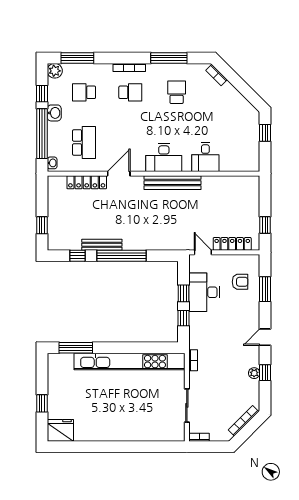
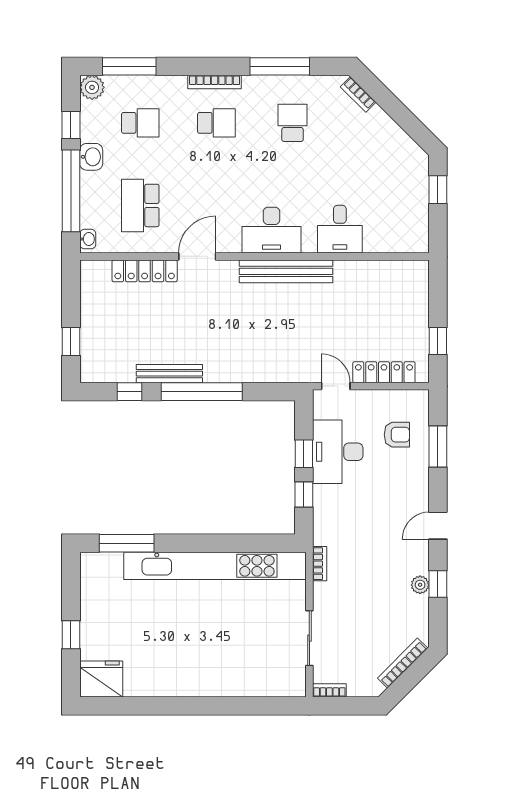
school desk: (84, 92) -> (140, 123), turned 180
school desk: (84, 142) -> (140, 205), turned 180

